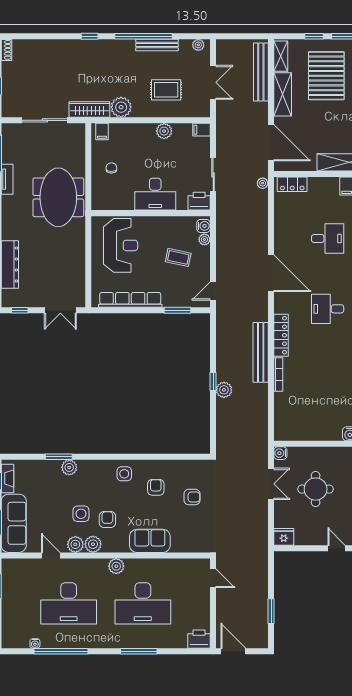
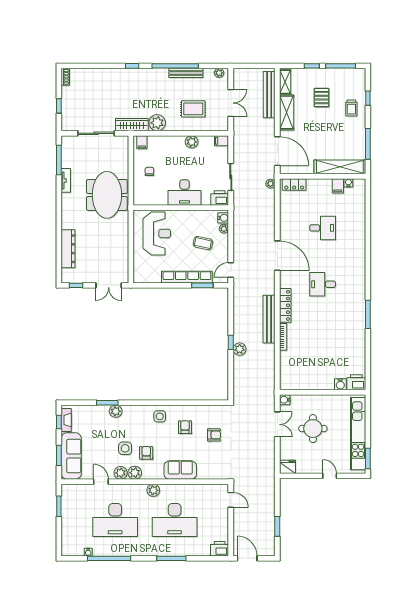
pallet: (326, 76) -> (322, 98), width x0.49, depth x0.50
row of seats: (130, 300) -> (187, 277), moved

